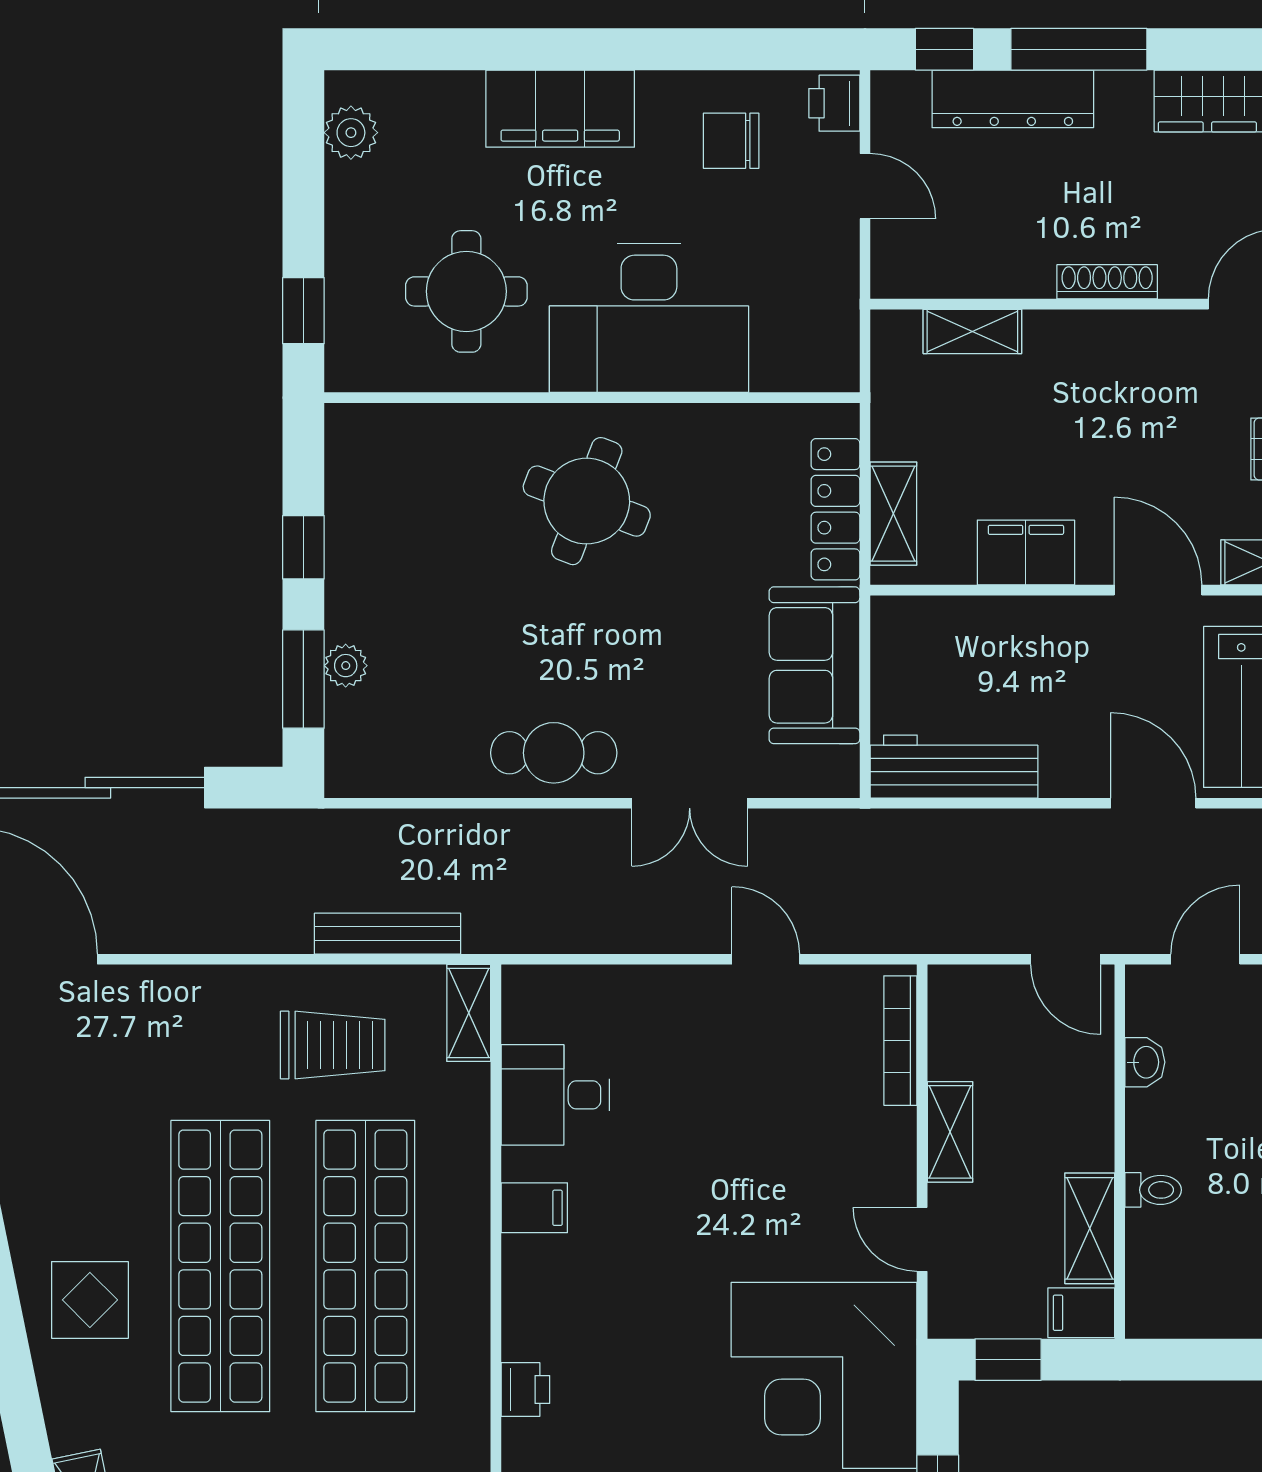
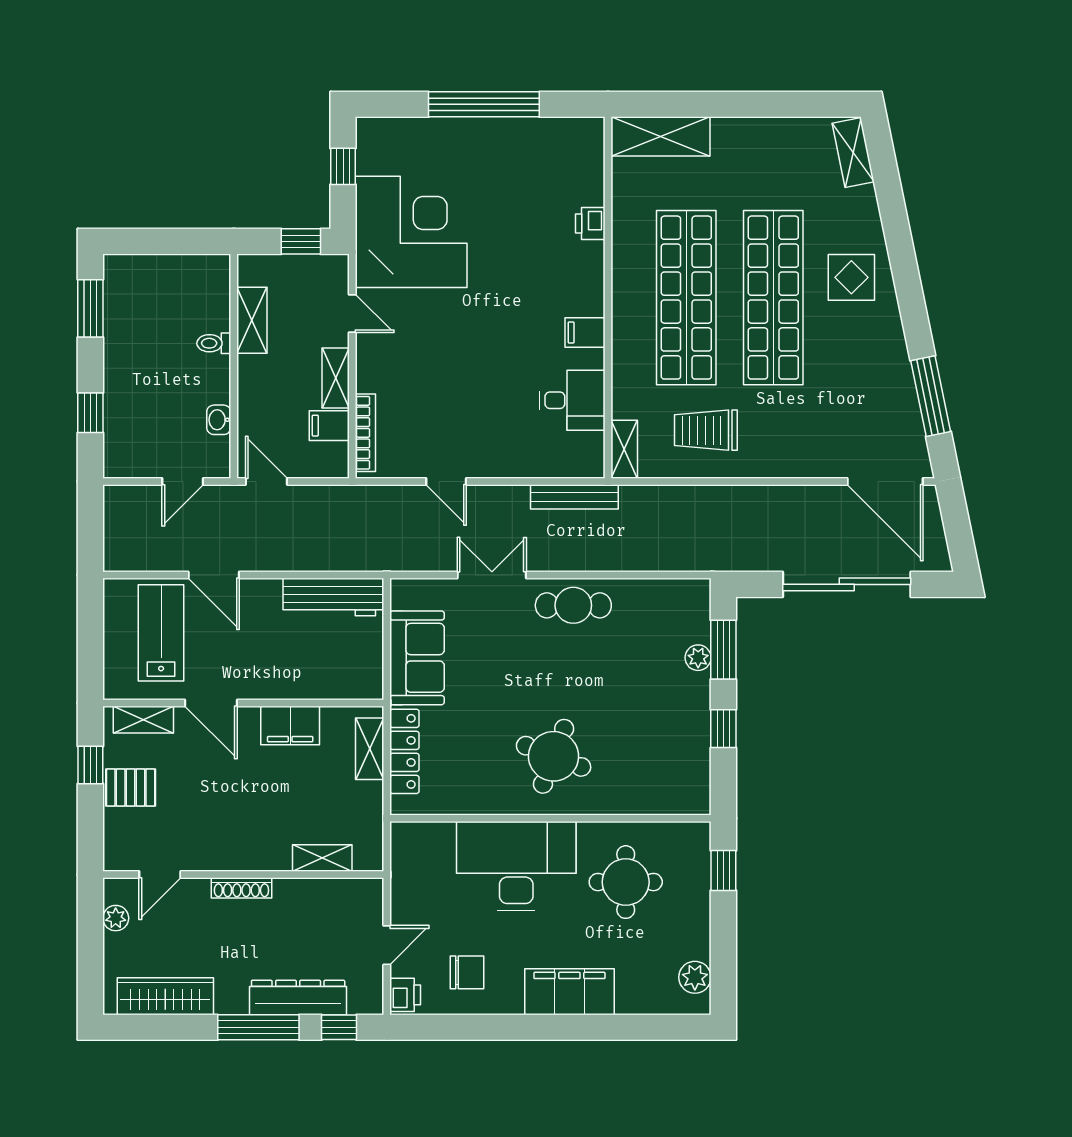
door: (865, 186) -> (387, 945), swing flipped
bench: (388, 934) -> (574, 497), moved
filing cabinet: (1081, 1313) -> (329, 426), moved, turned 180

